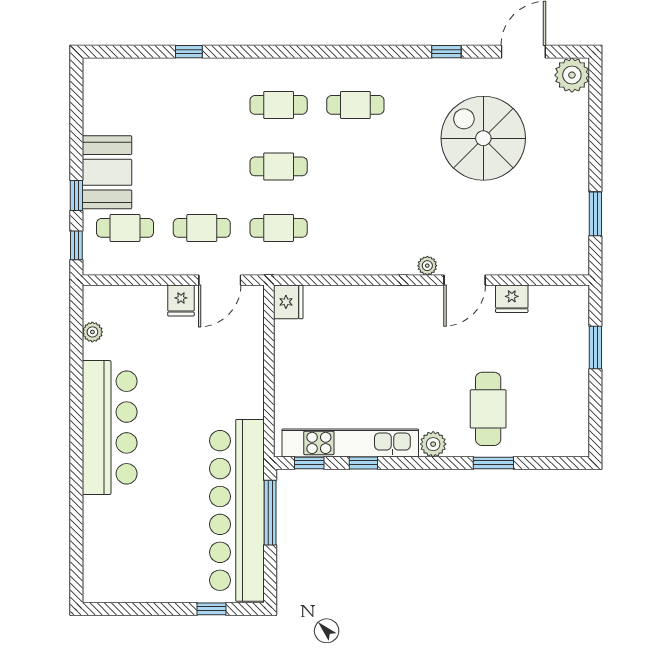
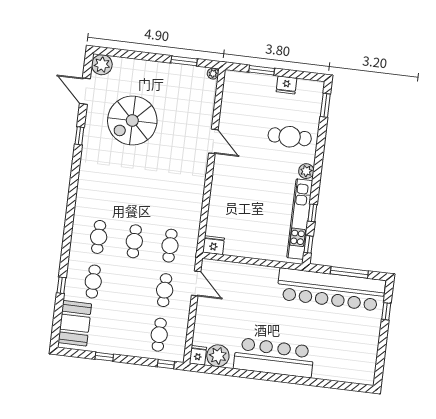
cafe table: (355, 105) -> (93, 282), moved
booth: (107, 172) -> (75, 323), moved, turned 90
window: (76, 195) -> (104, 357), moved
plant: (427, 266) -> (213, 74), moved
fridge: (512, 299) -> (286, 85), moved, turned 90
fridge: (181, 301) -> (198, 355), moved, turned -90
plant: (92, 332) -> (218, 356), width x1.88, depth x1.88
window: (493, 463) -> (325, 105), moved
window: (270, 513) -> (349, 272), moved

